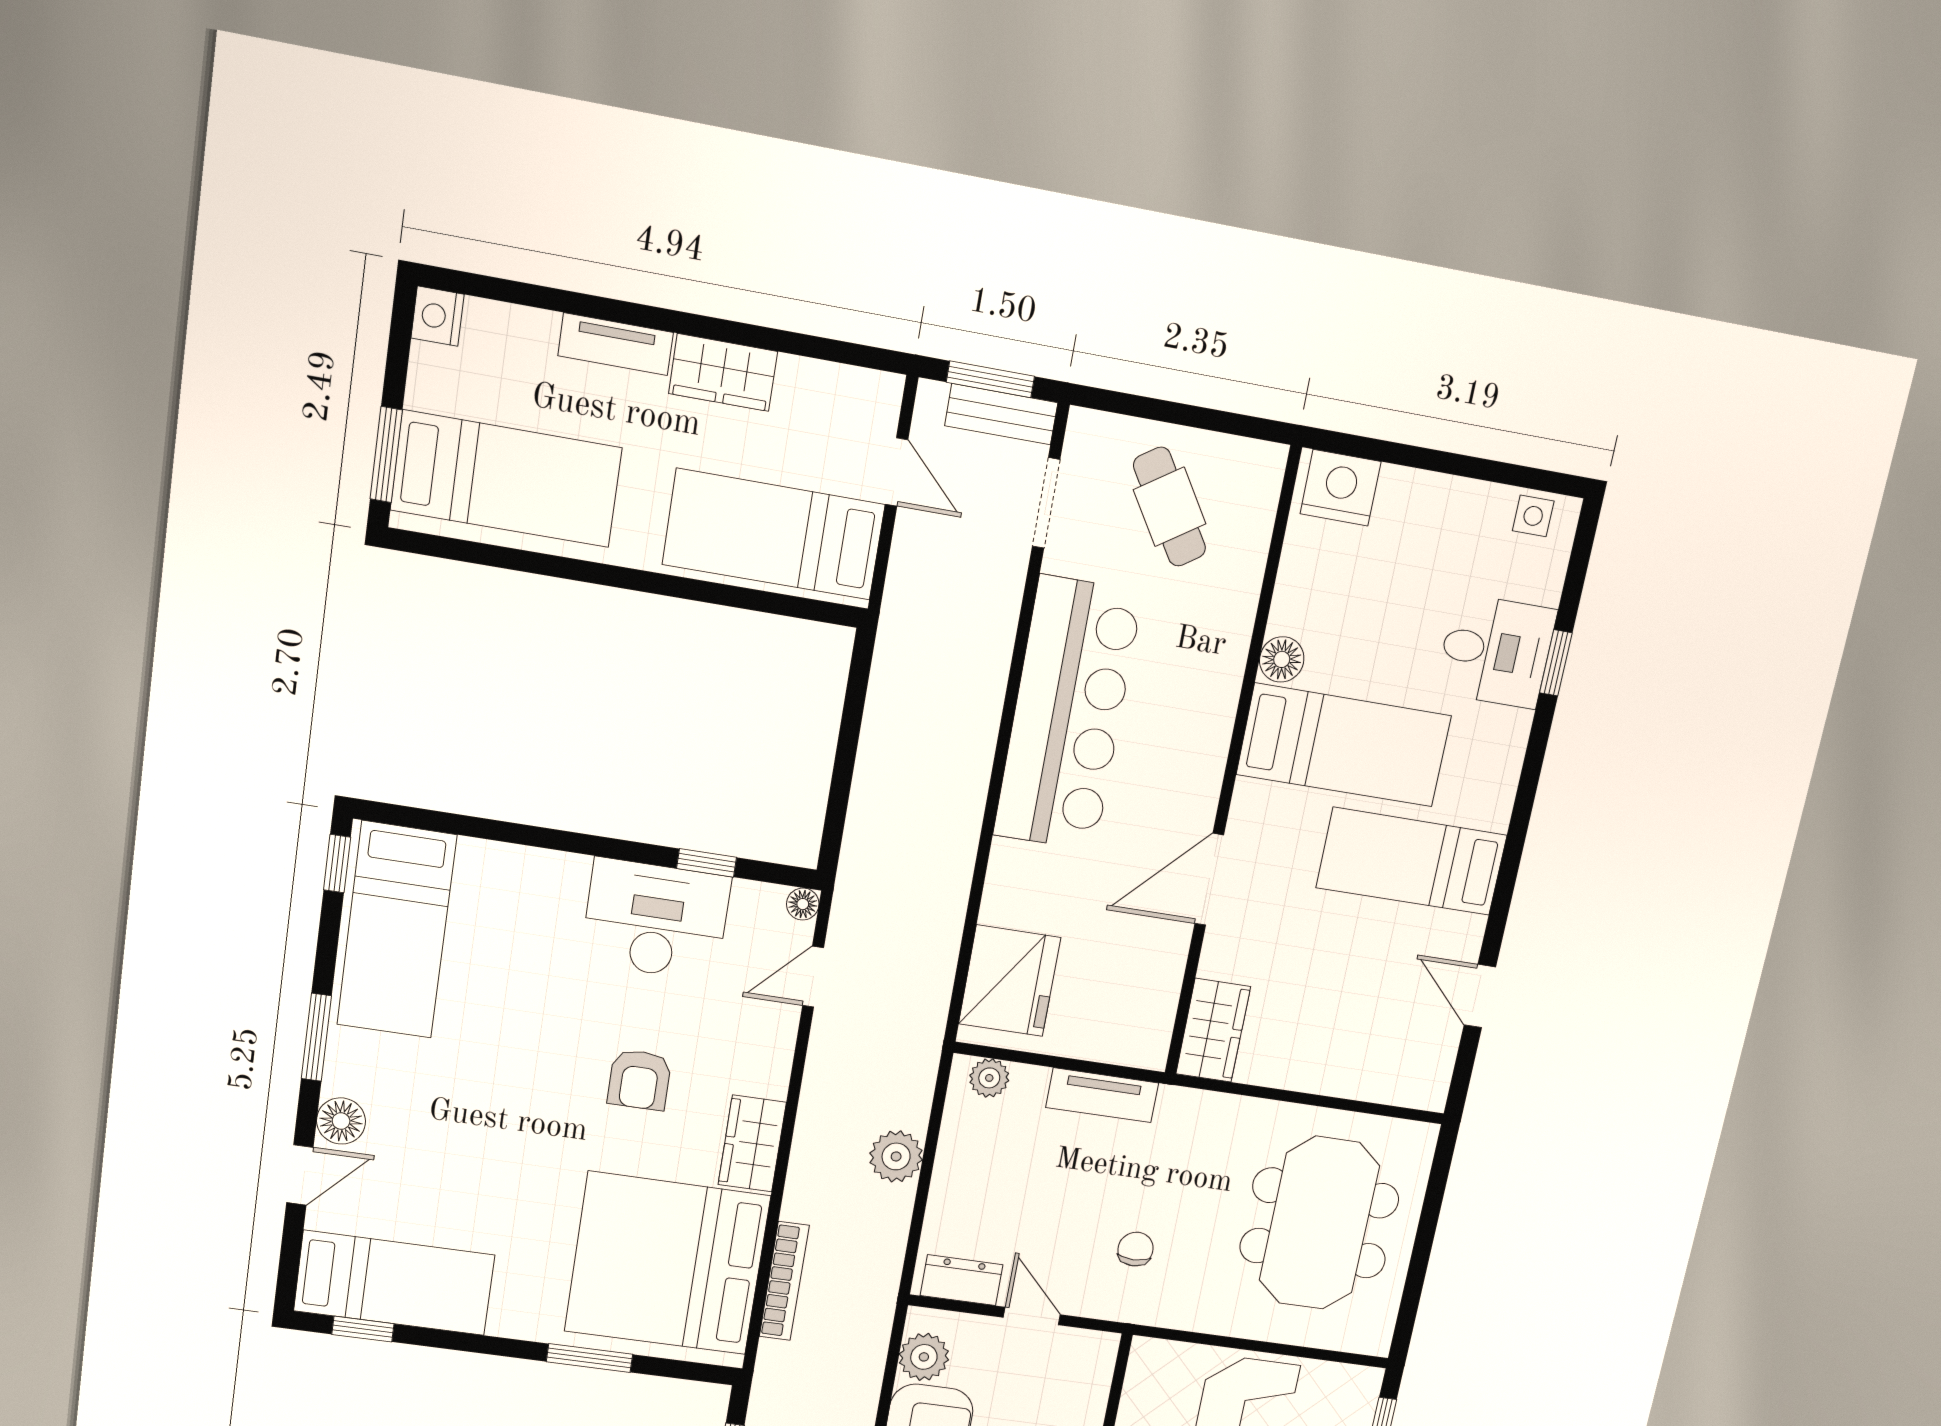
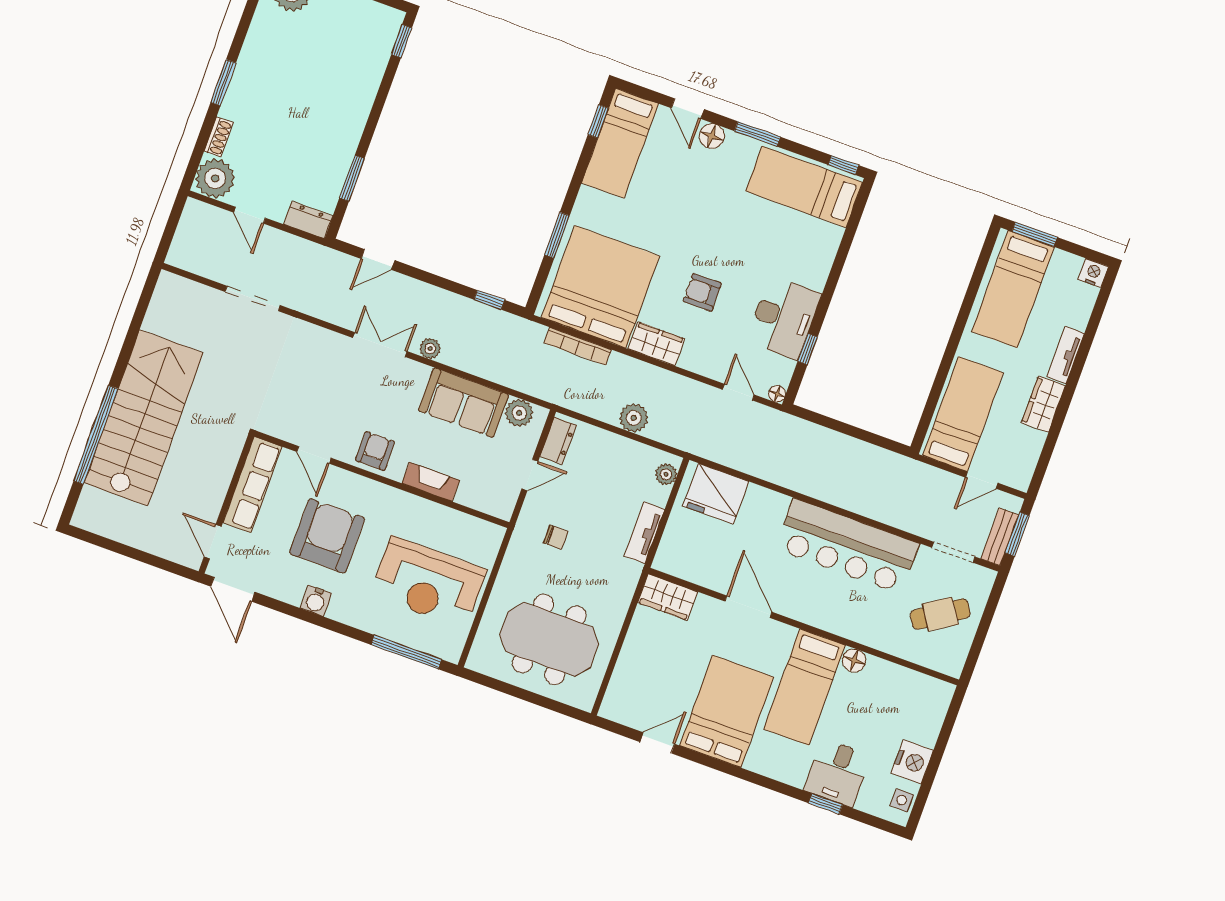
nightstand: (1341, 488) -> (912, 762), moved
bed: (1412, 861) -> (727, 711), width x1.50

